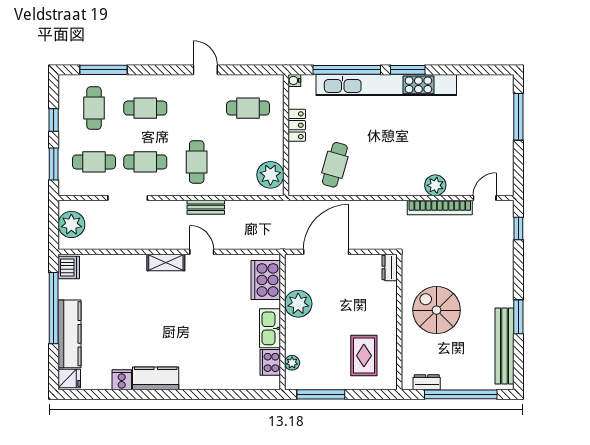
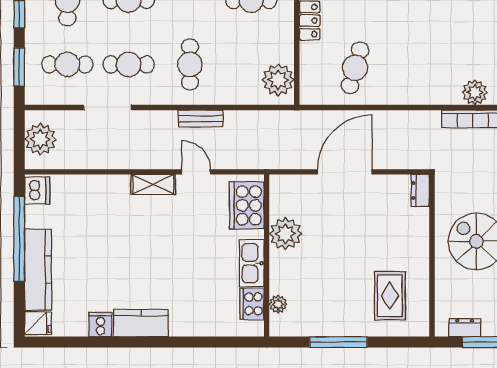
cooker: (266, 280) -> (247, 205), moved
plant: (298, 304) -> (285, 234), moved
wall: (282, 322) -> (267, 256), moved
kitchen sink: (270, 328) -> (252, 263), moved
cooker: (270, 362) -> (252, 304), moved
plant: (292, 363) -> (278, 304), moved

